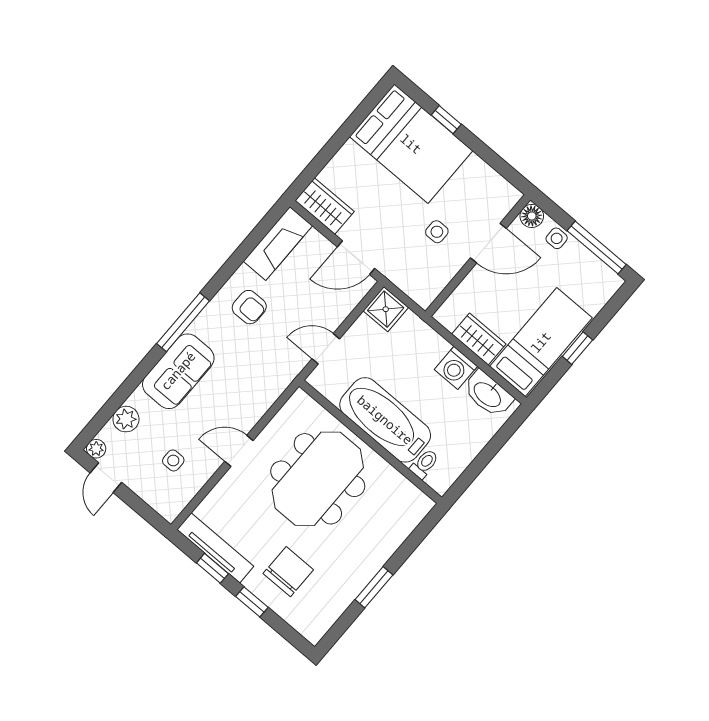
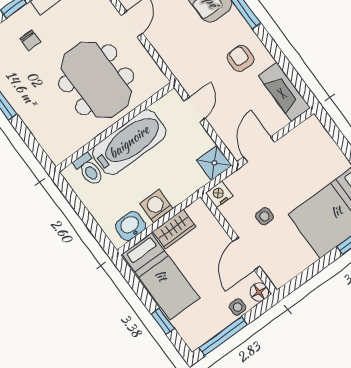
wardrobe: (325, 206) -> (305, 135), removed
nightstand: (423, 294) -> (219, 194), added
armchair: (249, 307) -> (241, 58), turned 90
window: (577, 348) -> (163, 321), moved
washbasin: (488, 394) -> (130, 226), width x0.72
toilet: (424, 464) -> (89, 169), width x1.37, depth x1.39
chair: (288, 572) -> (30, 40), width x0.54, depth x0.54

